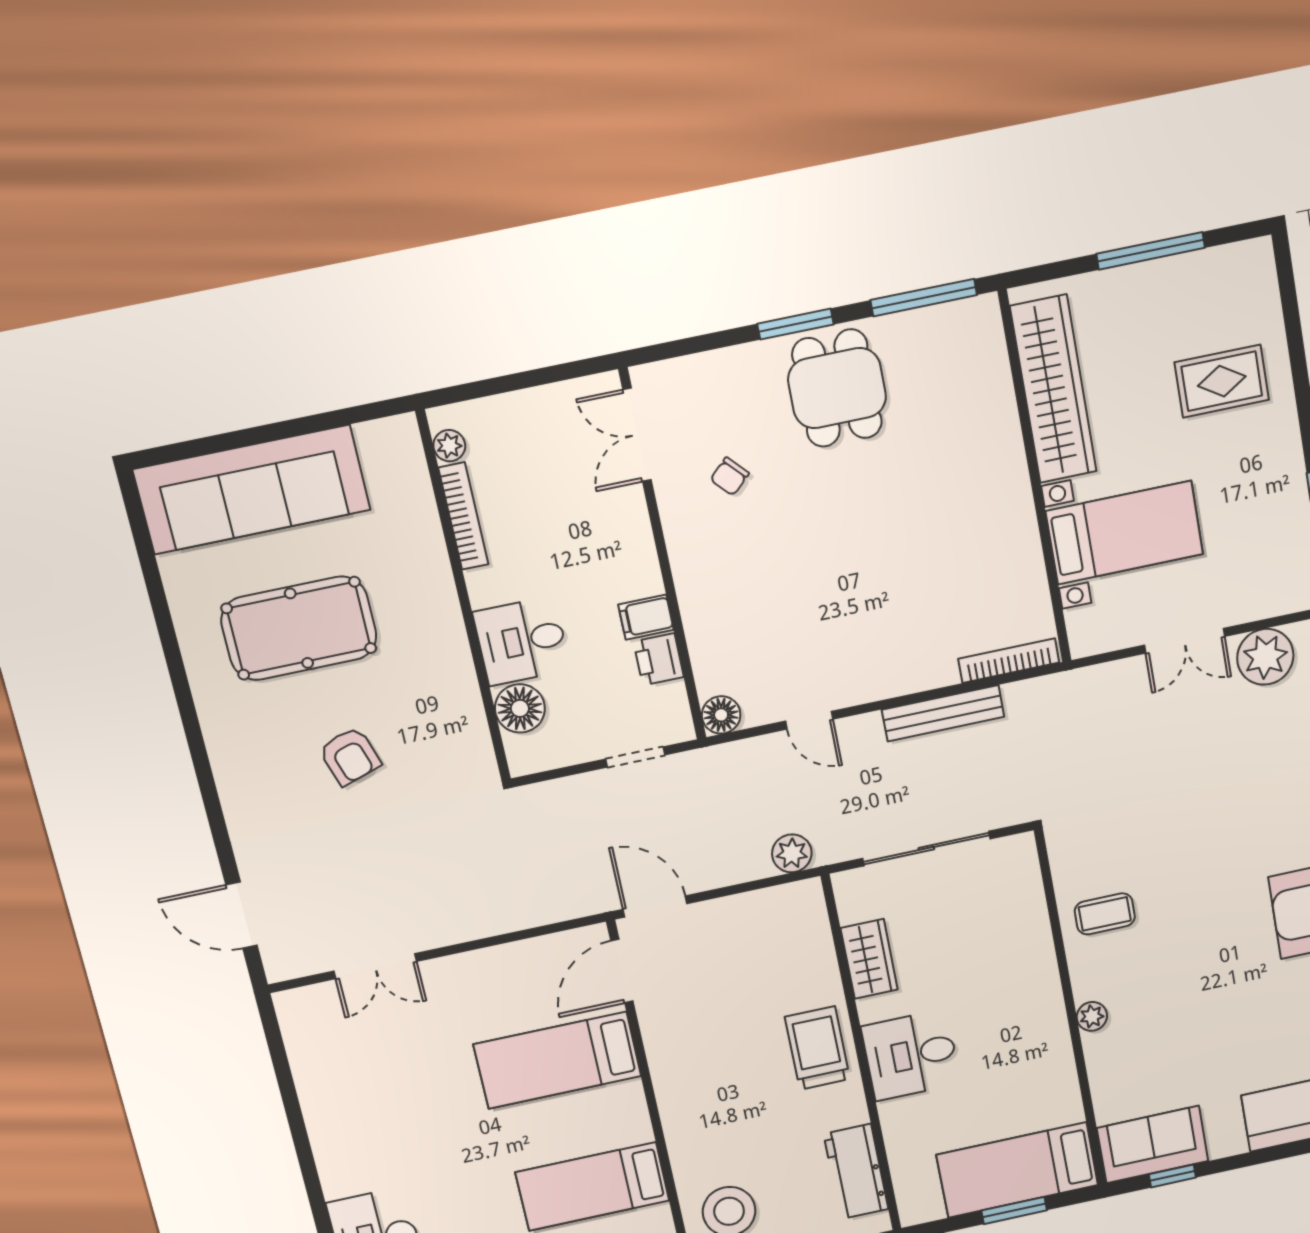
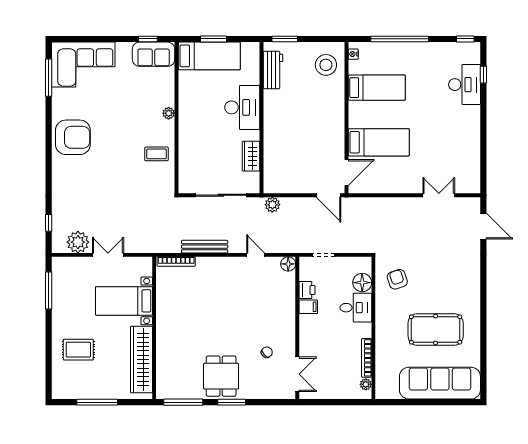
armchair: (350, 756) -> (397, 279), moved
trolley: (817, 1048) -> (278, 125), removed
desk: (911, 1055) -> (242, 107), width x1.37

